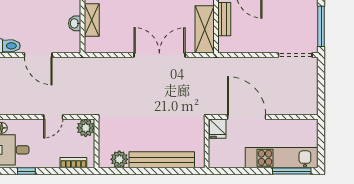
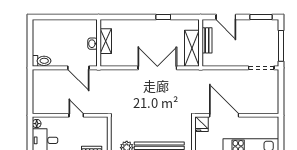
door: (38, 55) -> (78, 68), moved
door: (53, 117) -> (76, 115), swing flipped
plant: (86, 128) -> (101, 124), removed

